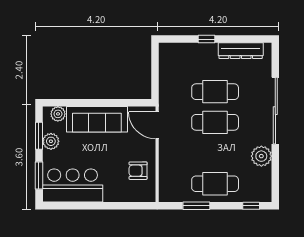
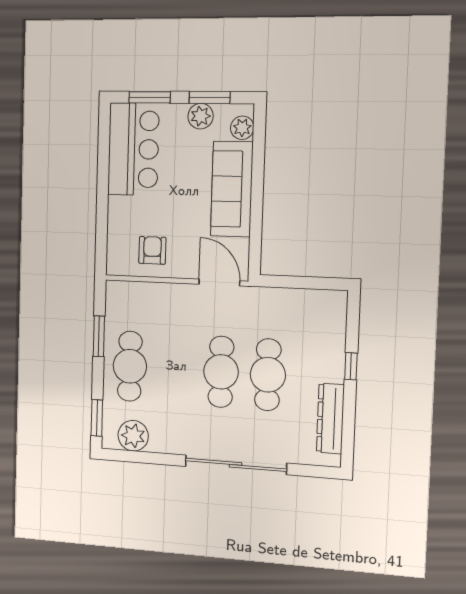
door: (157, 125) -> (219, 282), hinge flipped
plant: (261, 156) -> (133, 436), moved
window: (251, 206) -> (97, 418), width x1.50

